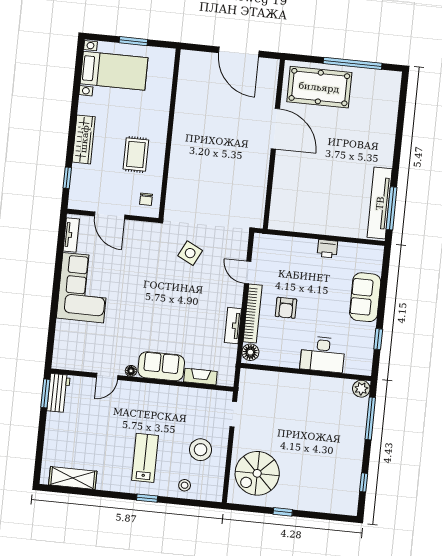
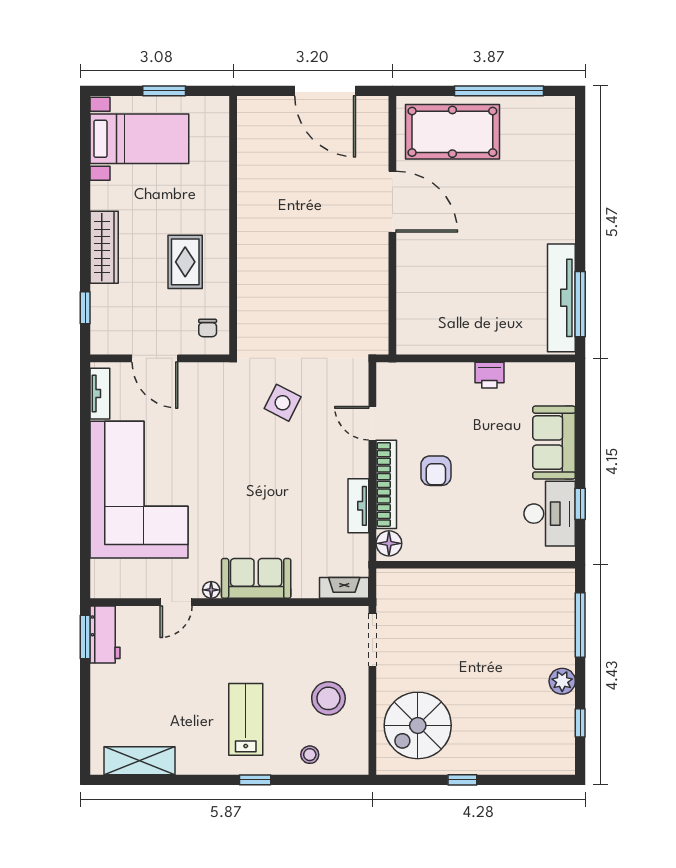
corner sofa: (83, 288) -> (139, 490), width x1.36, depth x1.36
desk: (323, 354) -> (550, 514), moved, turned -90
fireplace: (200, 377) -> (344, 588), moved
plant: (361, 389) -> (562, 681), moved
doorway: (233, 414) -> (372, 640), width x1.38

